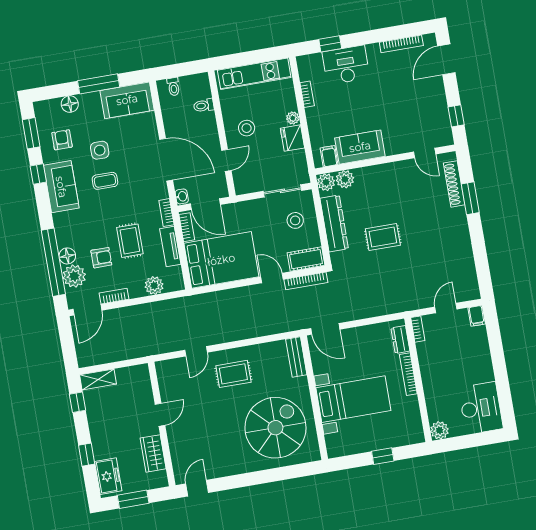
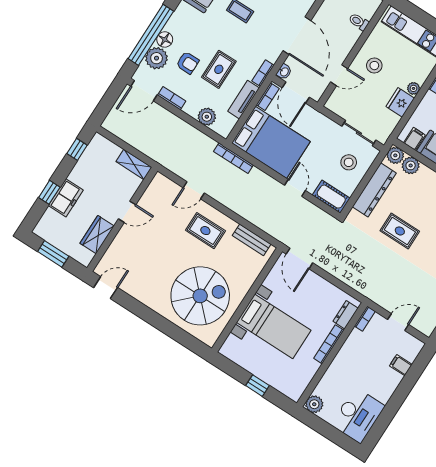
bookcase: (306, 281) -> (233, 158), moved
filing cabinet: (477, 316) -> (401, 365), moved, turned 90
bench: (296, 357) -> (252, 240), moved, turned 90
shelving: (98, 379) -> (134, 164), moved
freezer: (108, 476) -> (66, 198), moved

